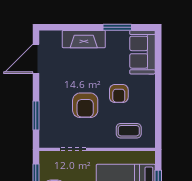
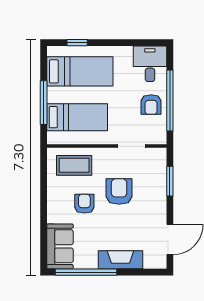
window: (117, 27) -> (86, 272), width x2.11
coffee table: (129, 131) -> (74, 165), width x1.36, depth x1.30

